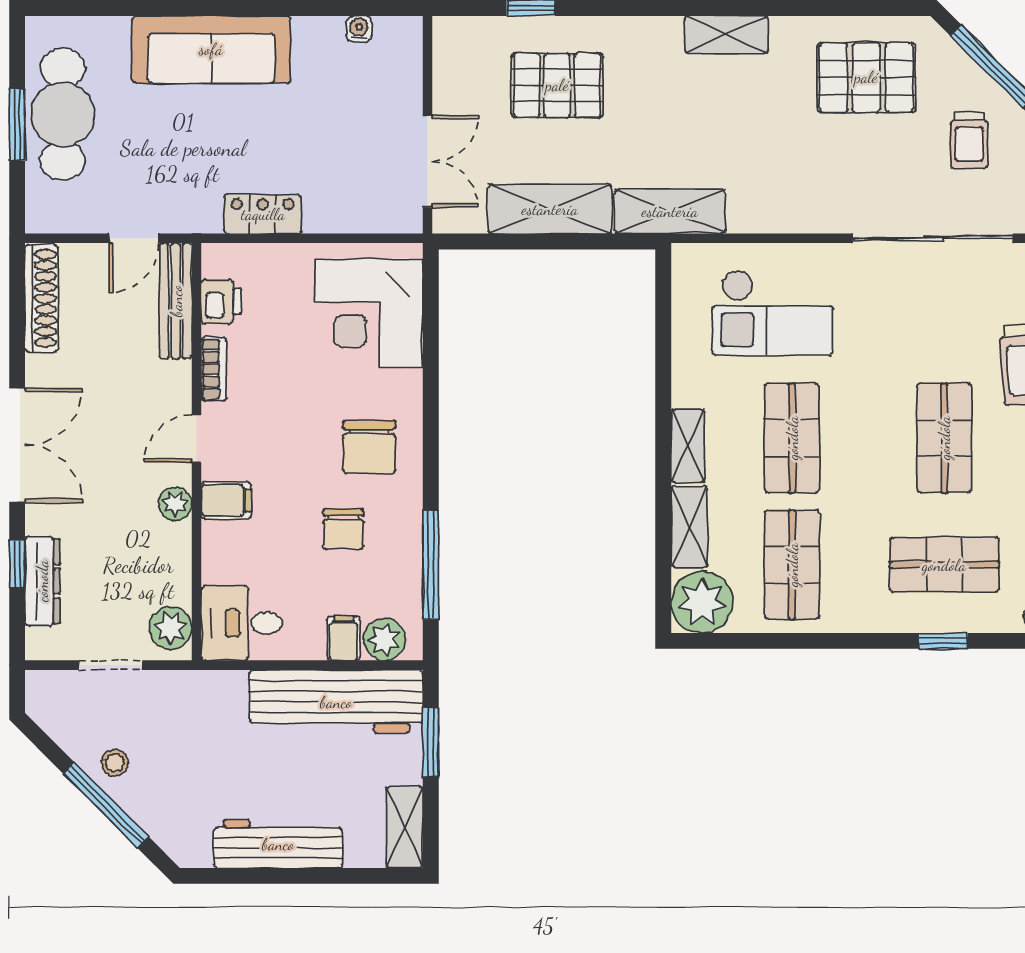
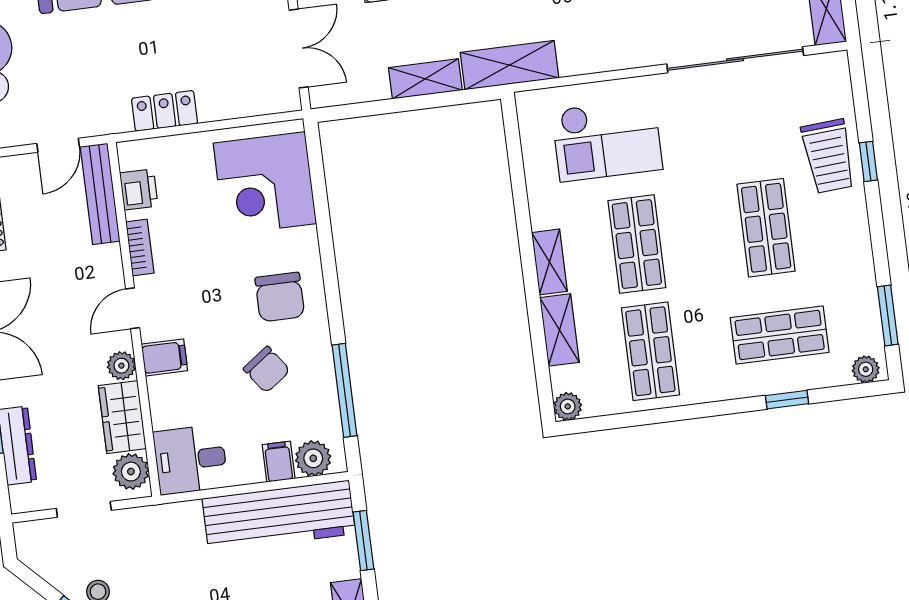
shelving: (550, 209) -> (425, 79), width x0.67, depth x0.75
chair: (343, 529) -> (267, 370), turned -36
wardrobe: (168, 564) -> (122, 417), added
plant: (702, 602) -> (568, 406), width x0.53, depth x0.53

